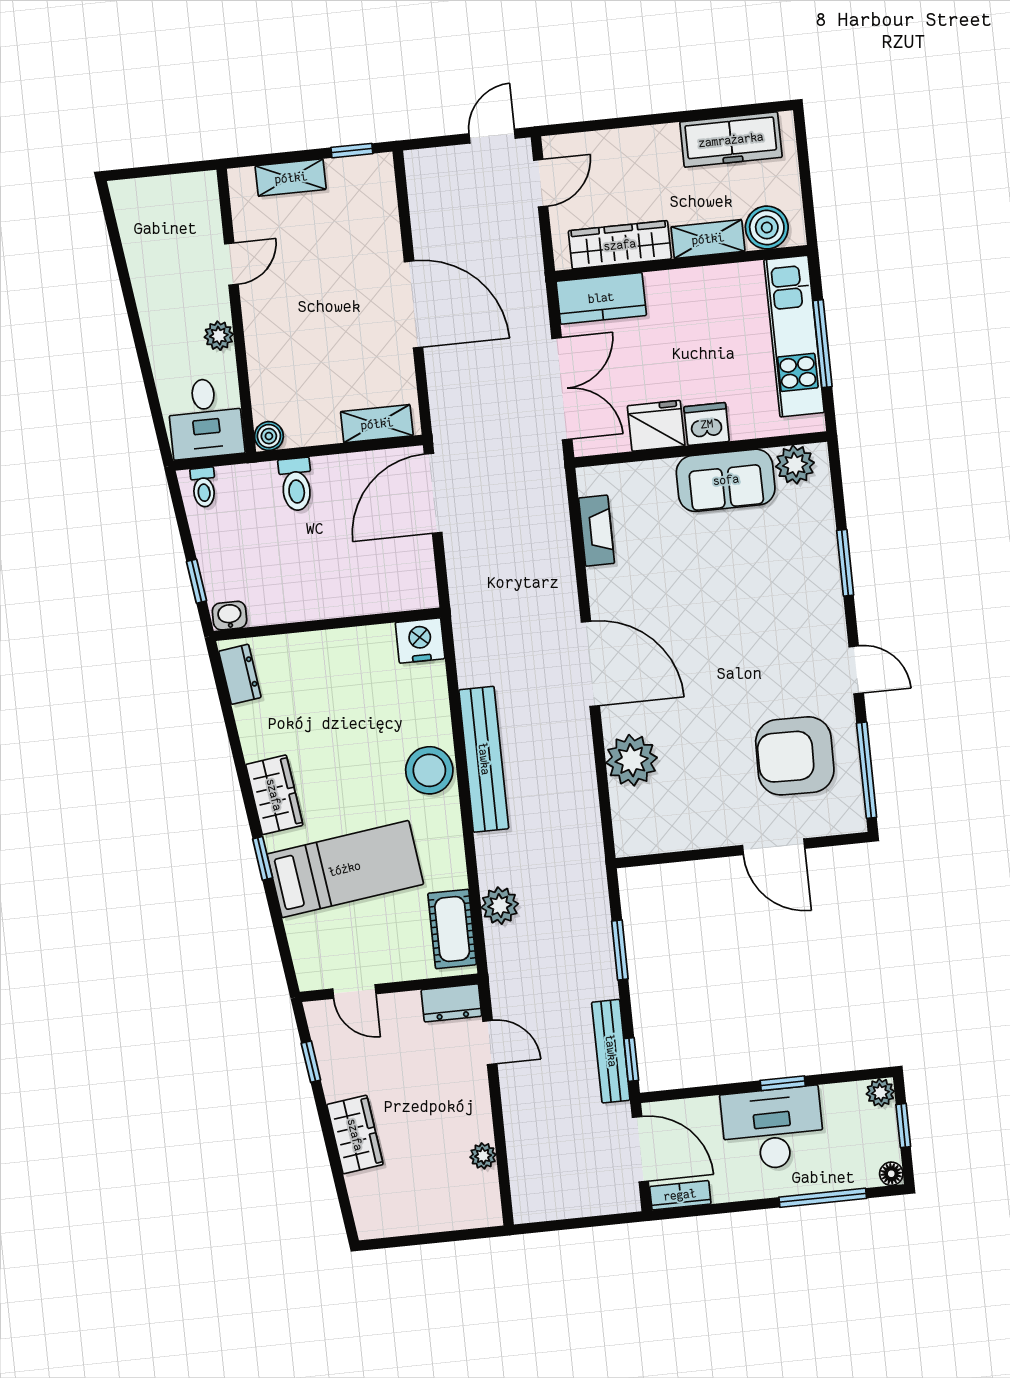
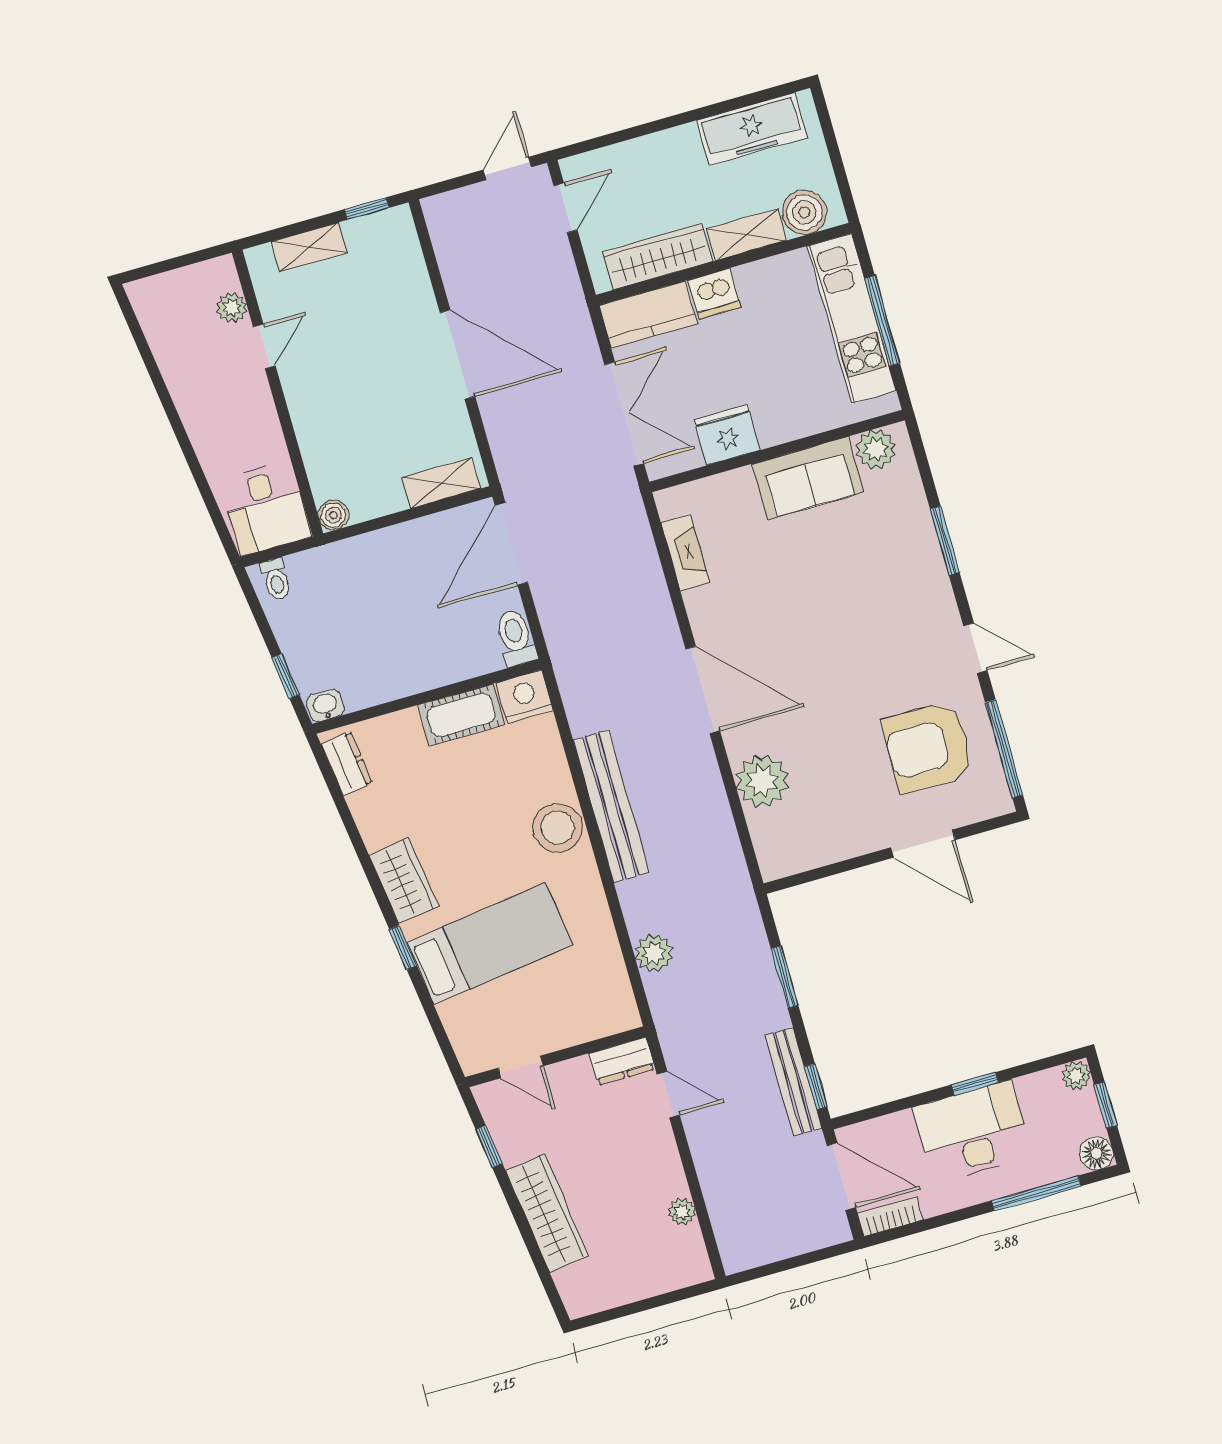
plant: (219, 336) -> (232, 308), moved
dishwasher: (707, 424) -> (714, 293), moved, turned 180
toilet: (296, 484) -> (516, 638), moved, turned 180
cot: (452, 929) -> (461, 715), moved, turned 90
wardrobe: (355, 1135) -> (547, 1213), width x1.50
floor lamp: (891, 1174) -> (1096, 1153), width x1.37, depth x1.37

